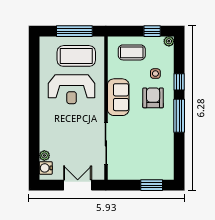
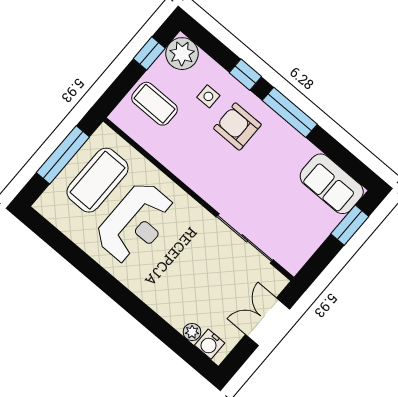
plant: (169, 41) -> (182, 54), width x1.87, depth x1.87
coffee table: (132, 52) -> (154, 104), turned 90
sofa: (118, 97) -> (332, 184), moved, turned 180

